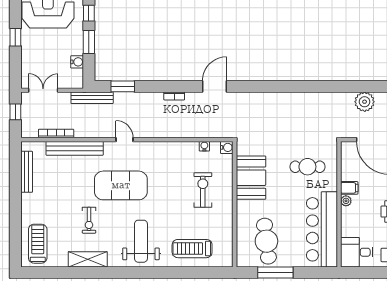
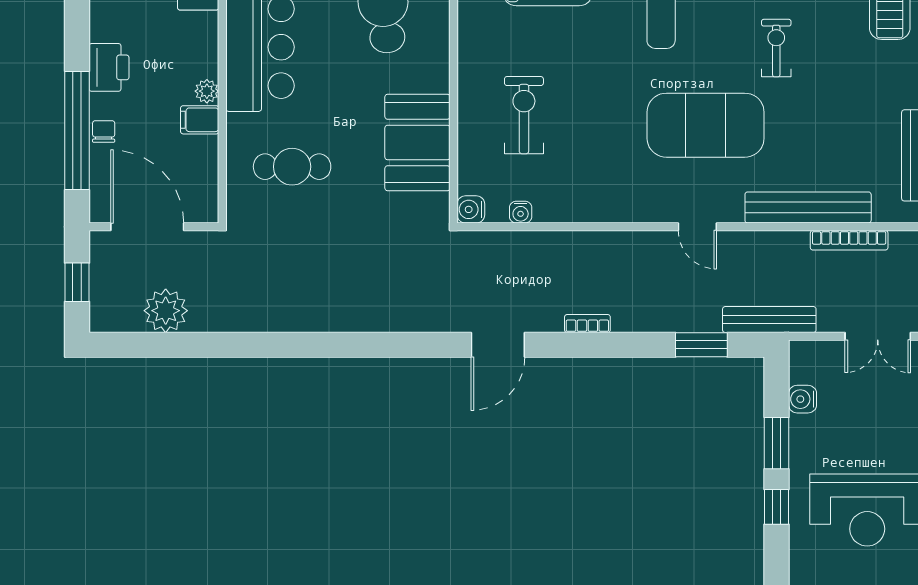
exercise bike: (203, 190) -> (524, 115), turned 180

